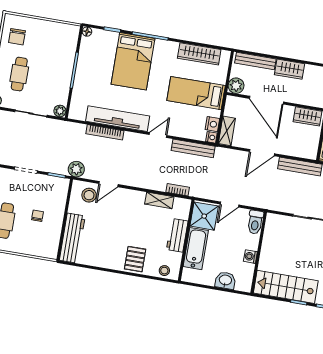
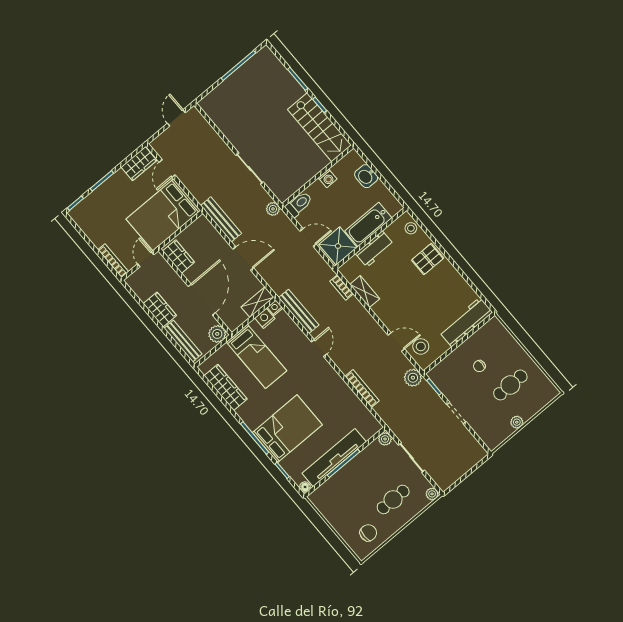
tv unit: (118, 119) -> (334, 458), moved, turned 90
door: (158, 135) -> (319, 348), swing flipped
plant: (270, 204) -> (273, 209), added

